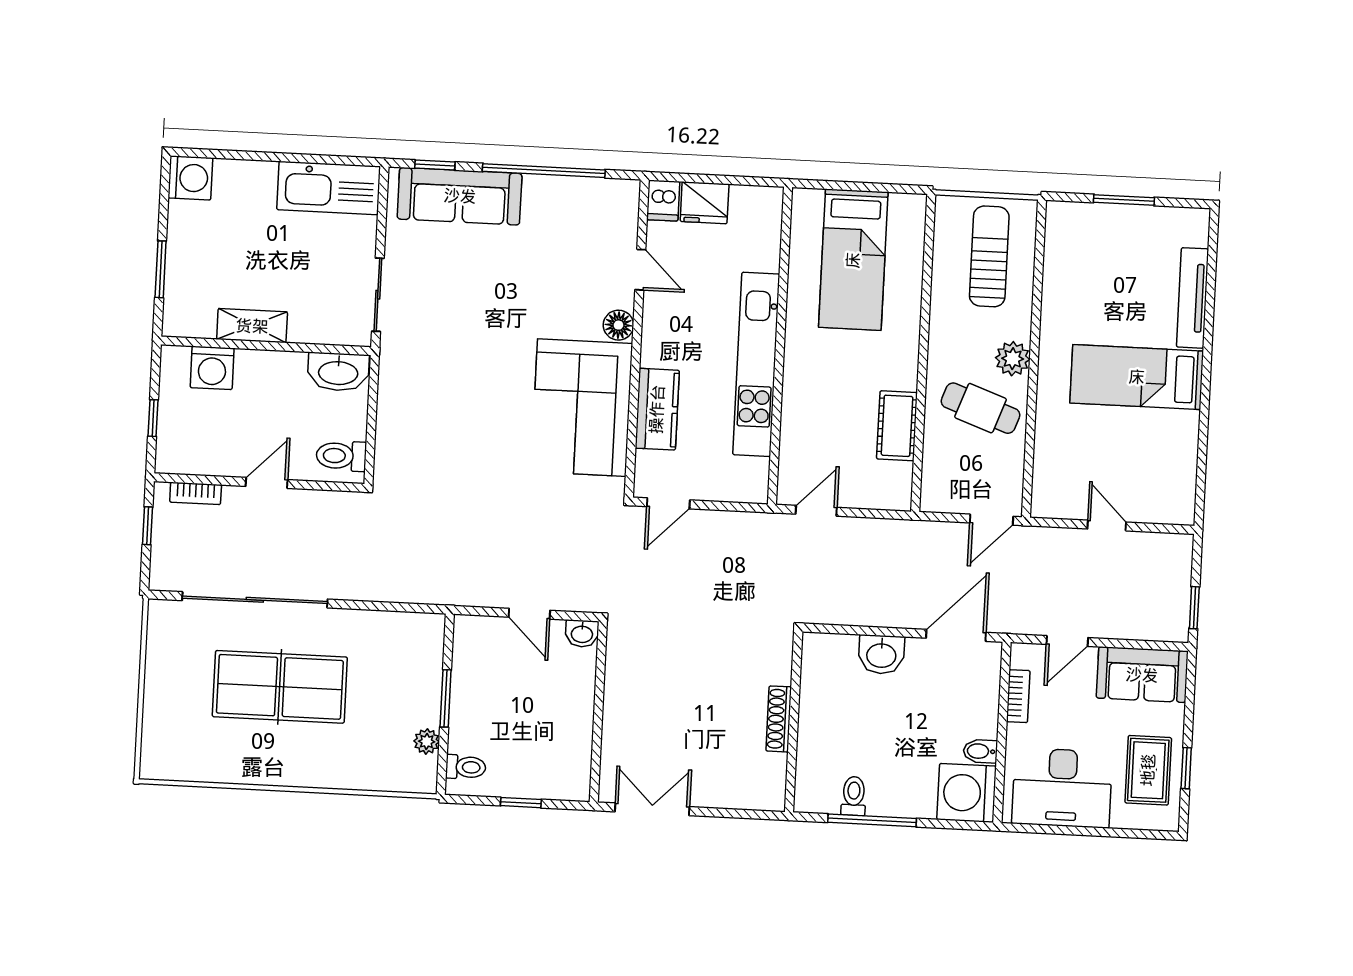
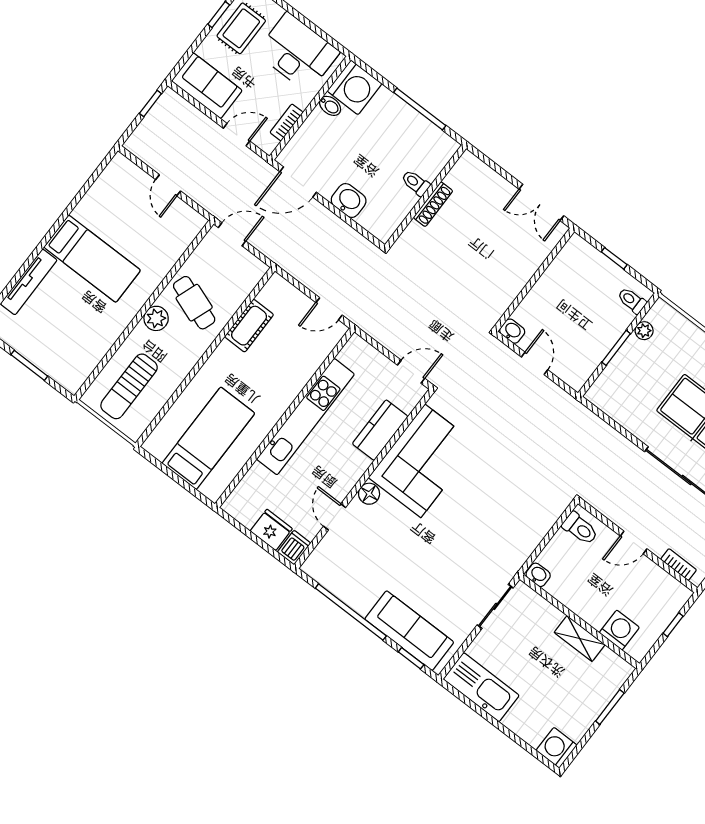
washbasin: (338, 372) -> (538, 575), width x0.52, depth x0.69
toilet: (854, 796) -> (416, 183), moved, turned 90

